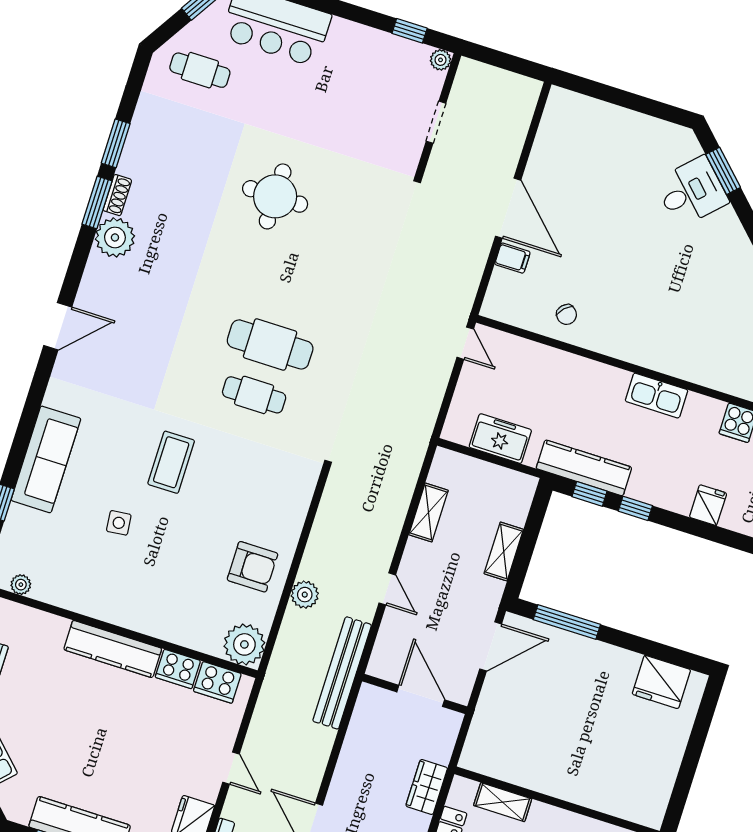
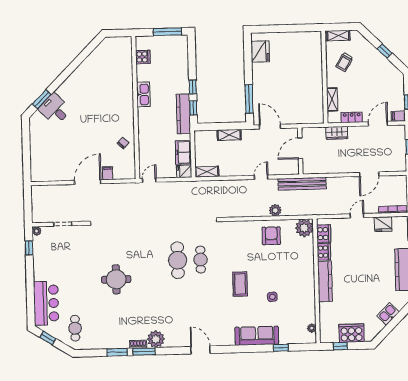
coffee table: (171, 462) -> (240, 284), turned 90
fridge: (708, 505) -> (184, 171), moved
shelving: (428, 512) -> (207, 172), moved

